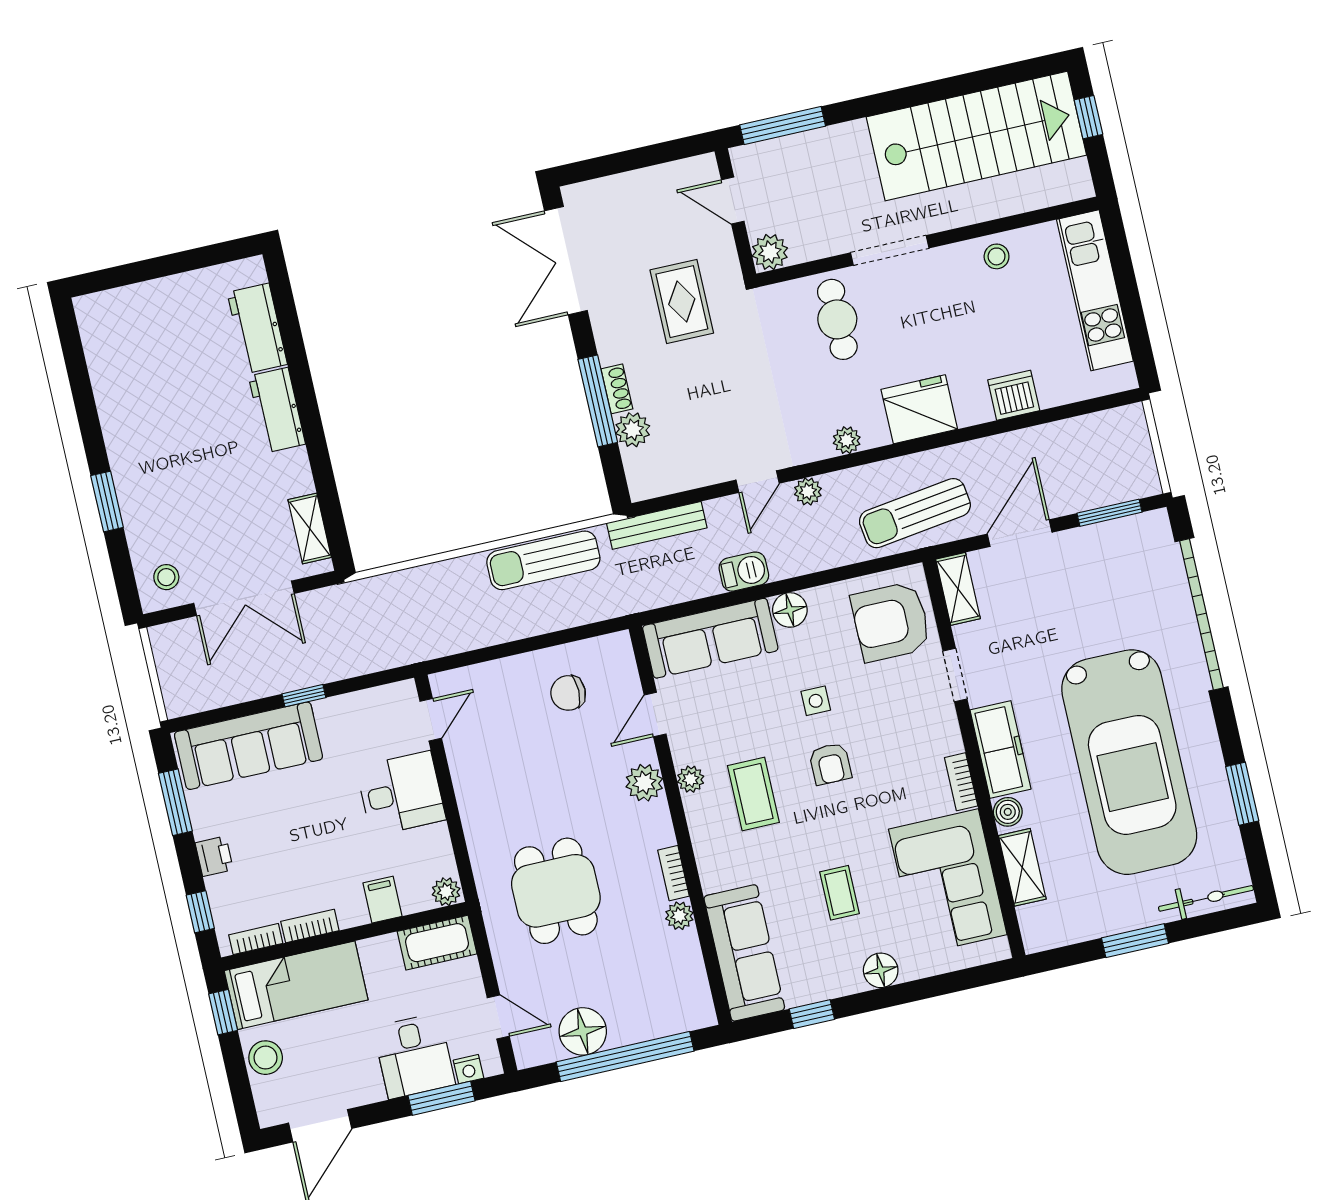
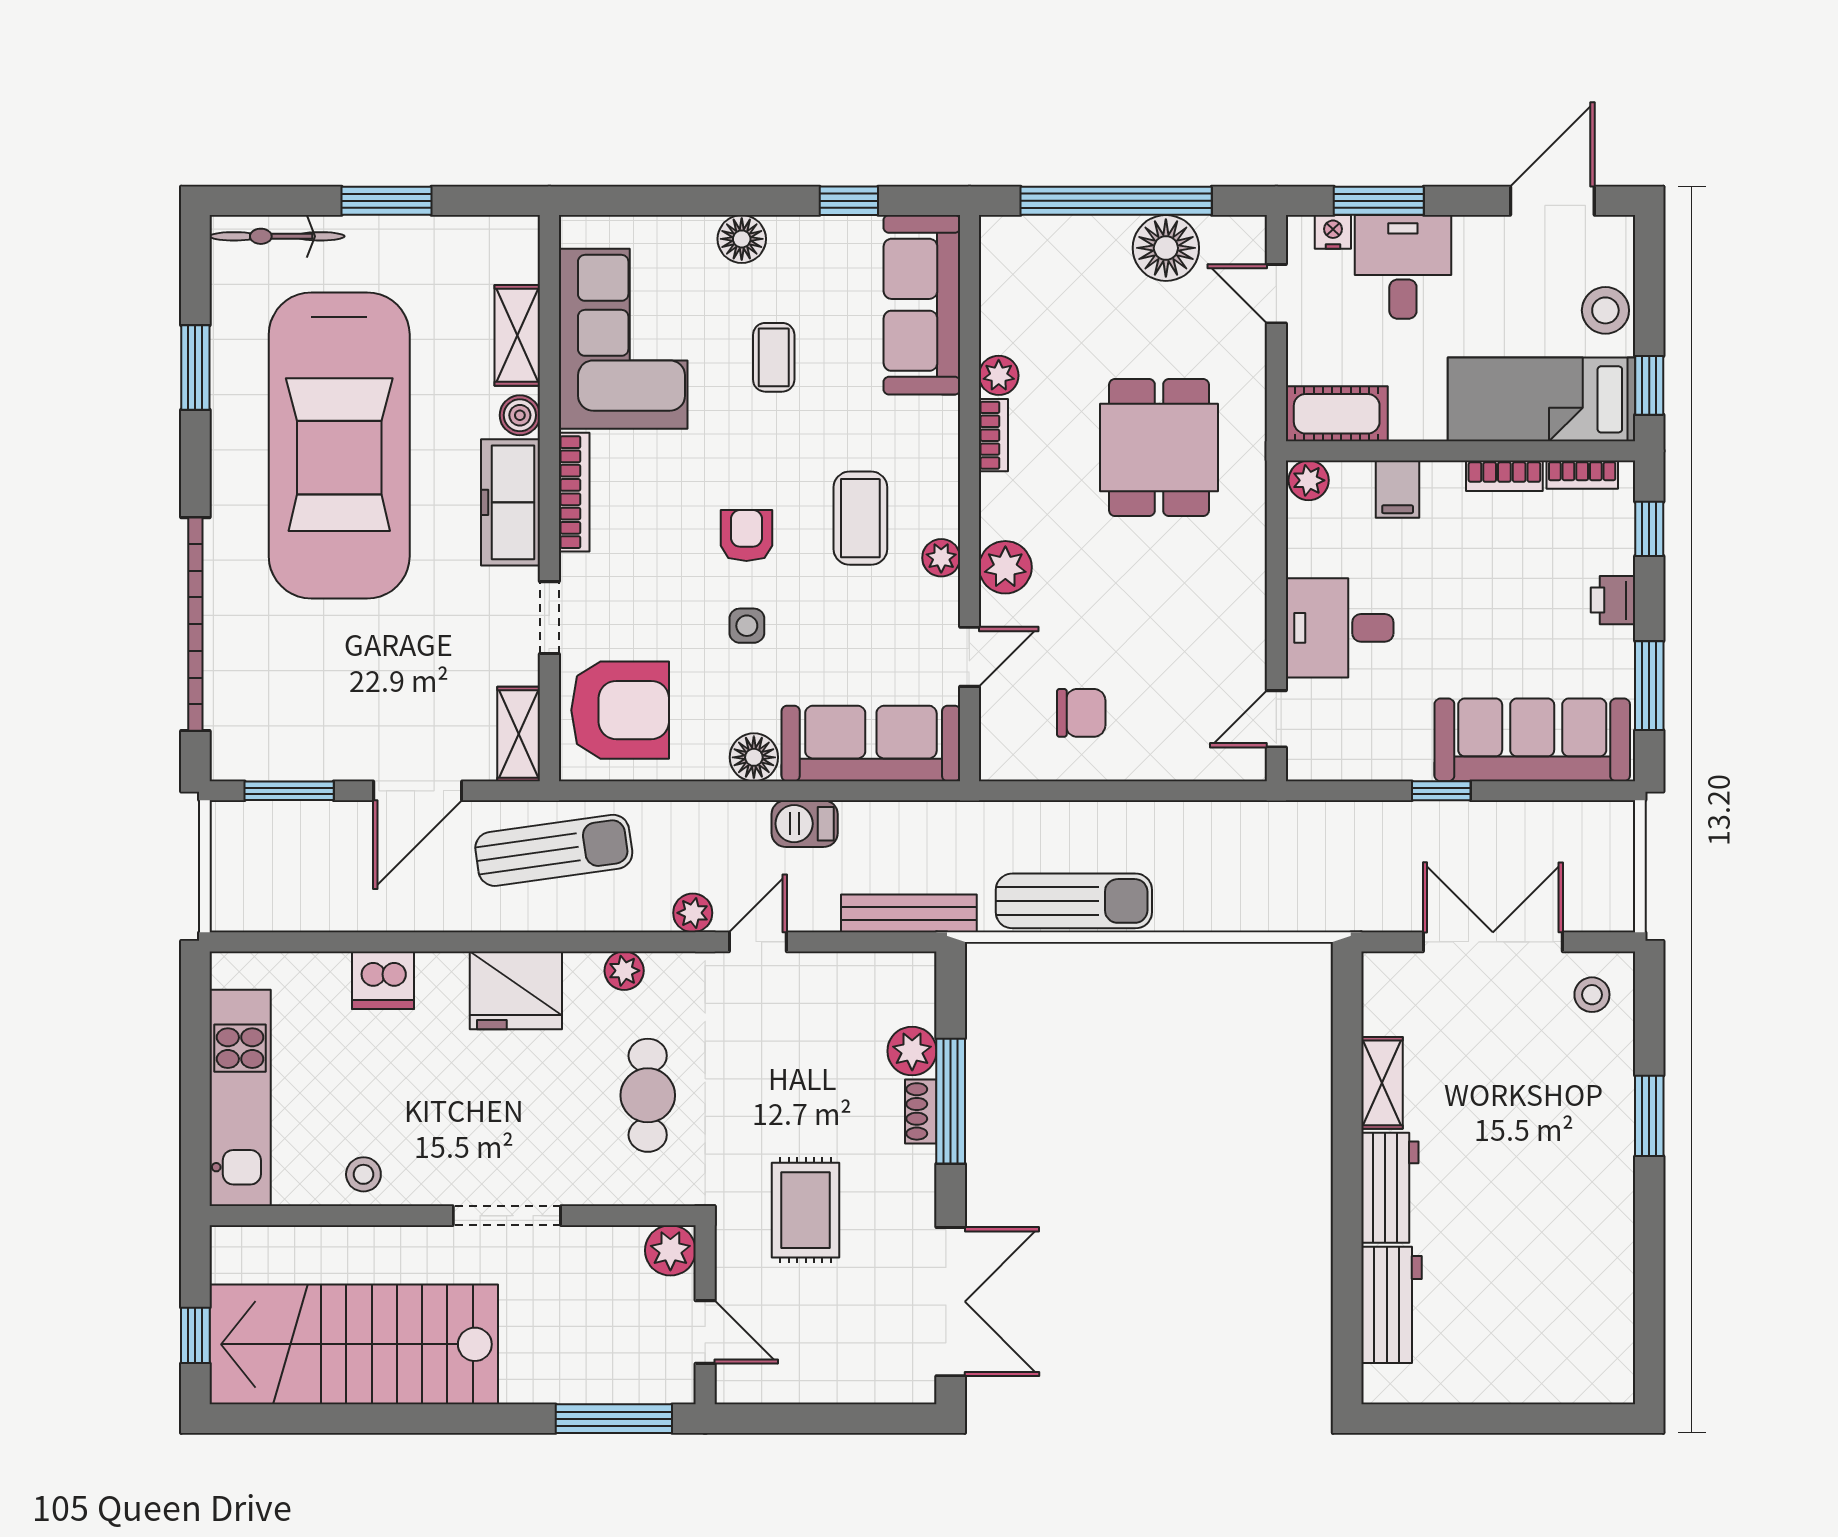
cafe table: (837, 319) -> (648, 1095), moved
shelving: (310, 529) -> (1382, 1083), moved
car: (1129, 762) -> (339, 445), turned 180
bookcase: (961, 782) -> (574, 492), width x1.56

